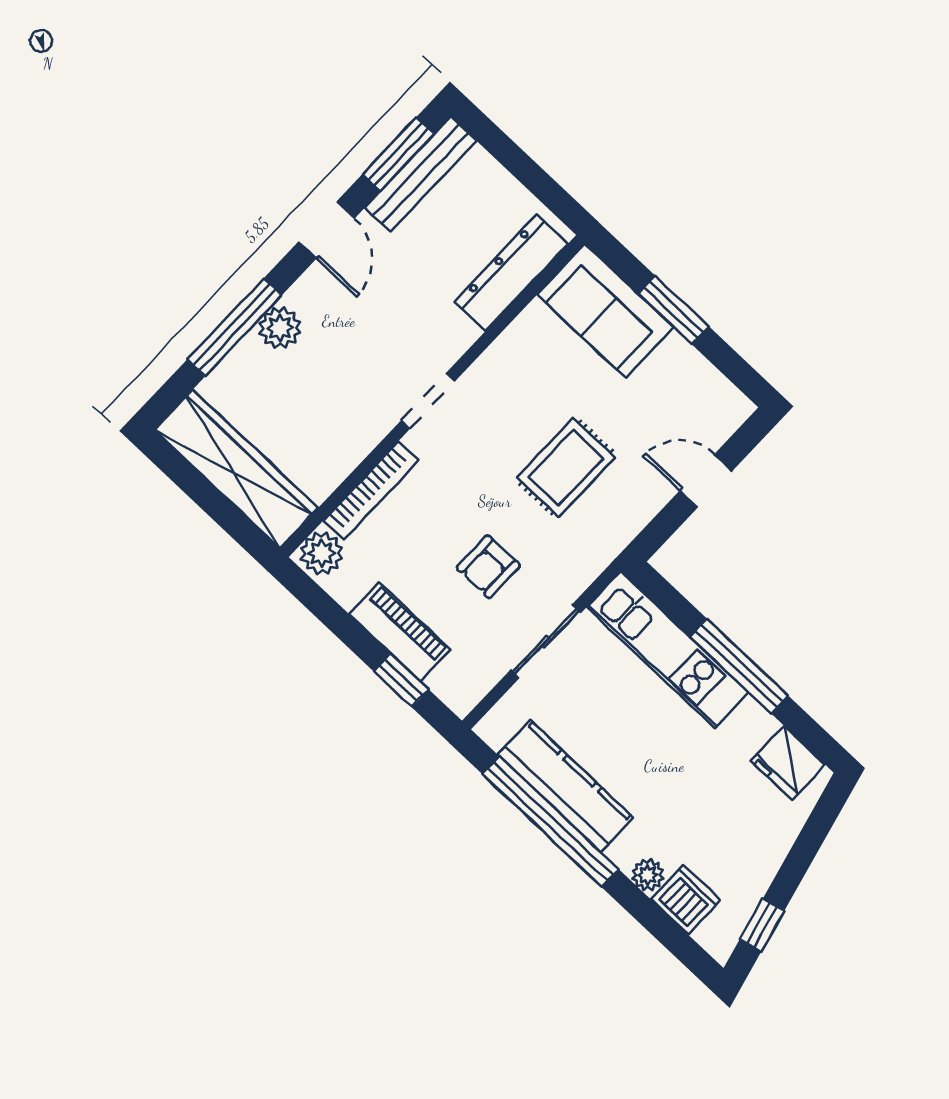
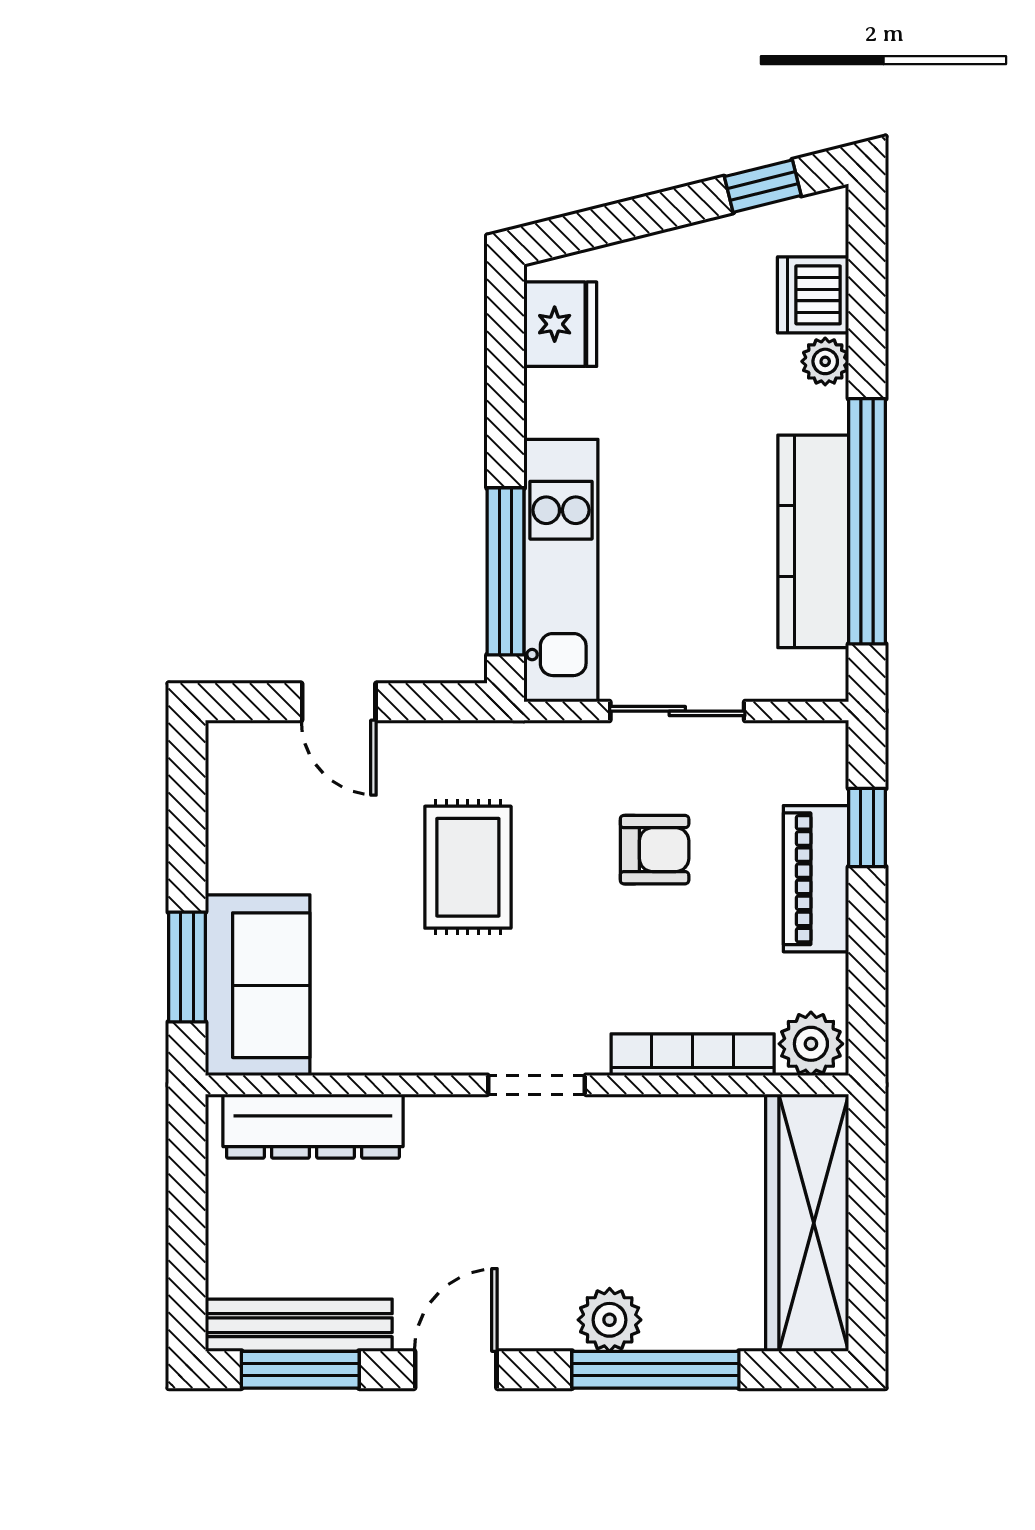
window: (673, 310) -> (187, 967), moved
rug: (566, 468) -> (468, 867), turned 90
window: (739, 666) -> (506, 571), moved

